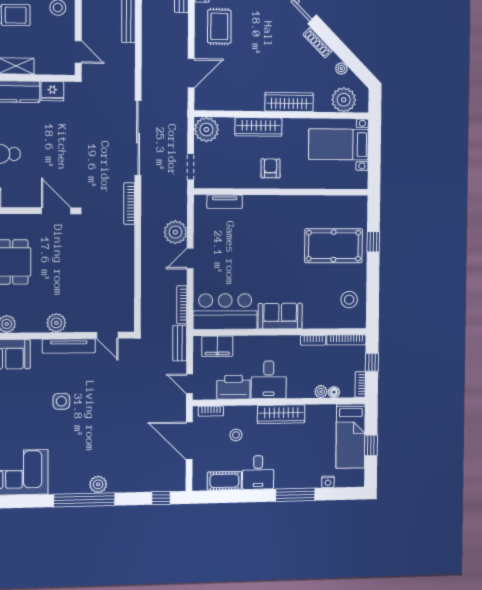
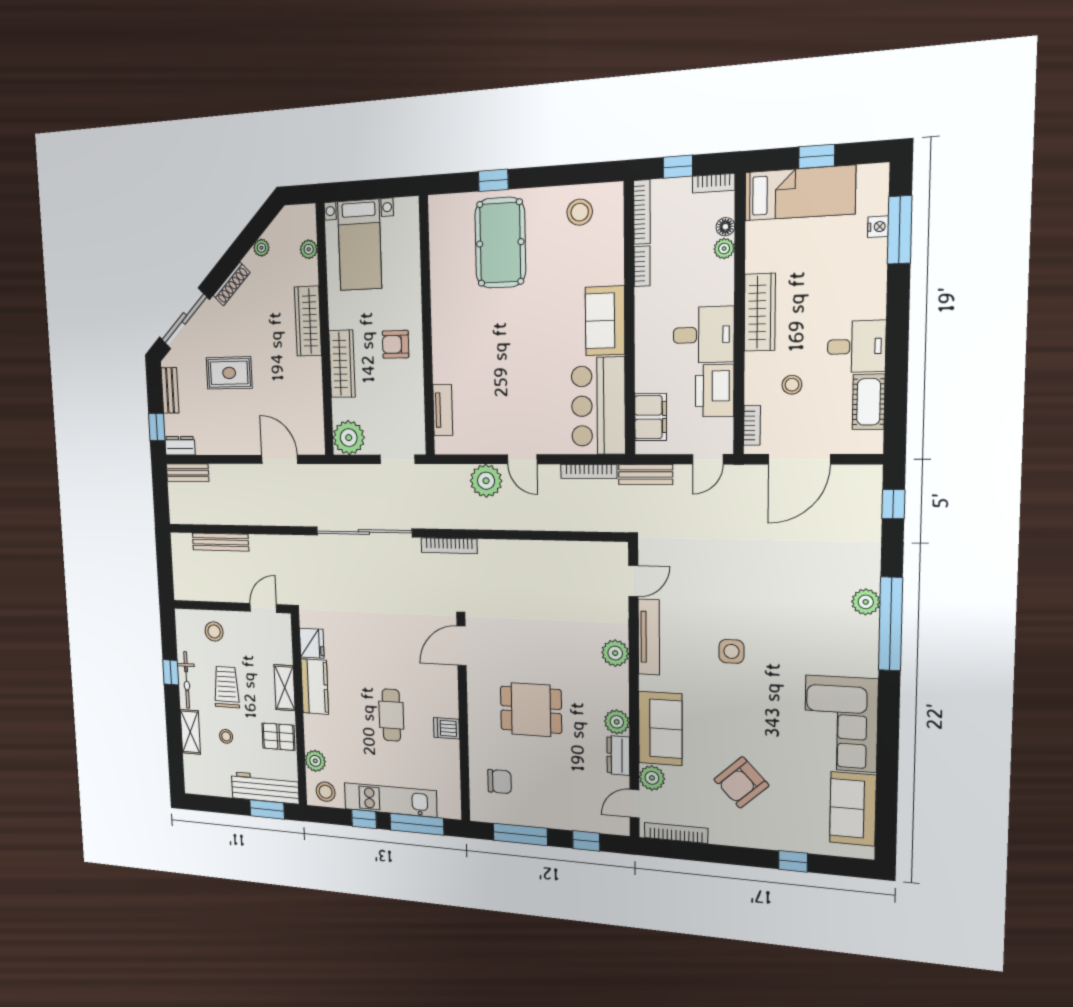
rug: (219, 26) -> (229, 373), moved
plant: (344, 100) -> (309, 249), width x0.53, depth x0.53
window: (295, 495) -> (900, 230), moved

